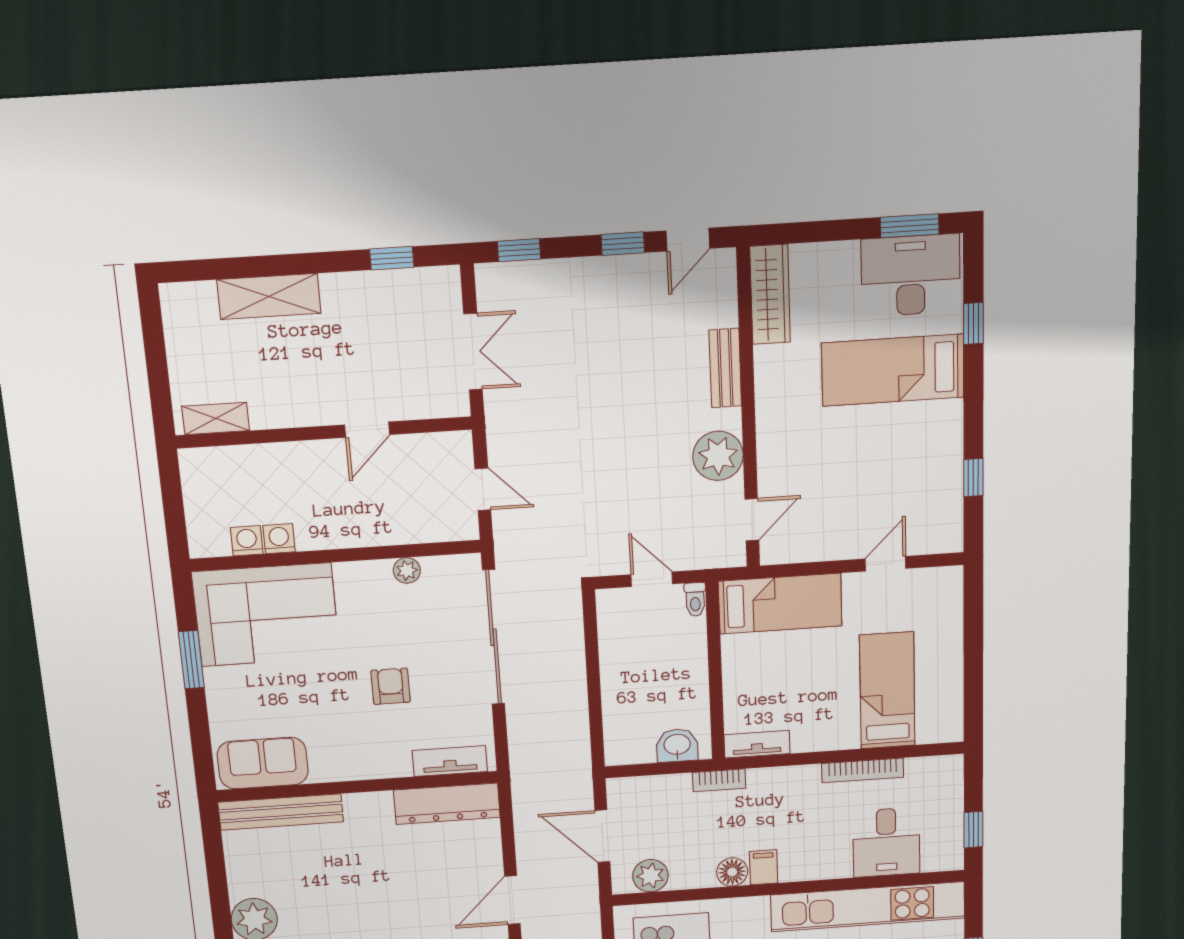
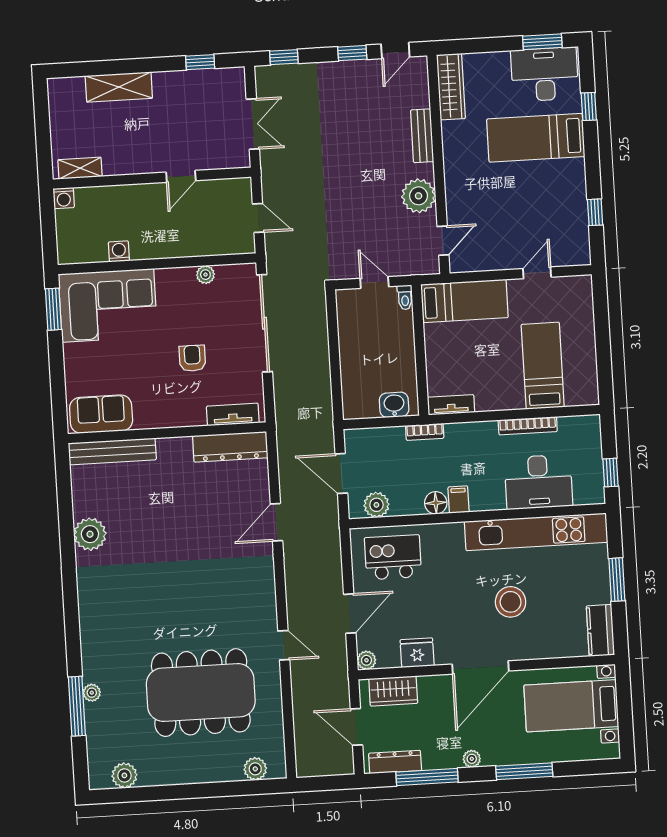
washing machine: (247, 541) -> (64, 198), moved, turned 180
window: (191, 660) -> (53, 309), moved
desk: (886, 842) -> (538, 482), width x1.37

